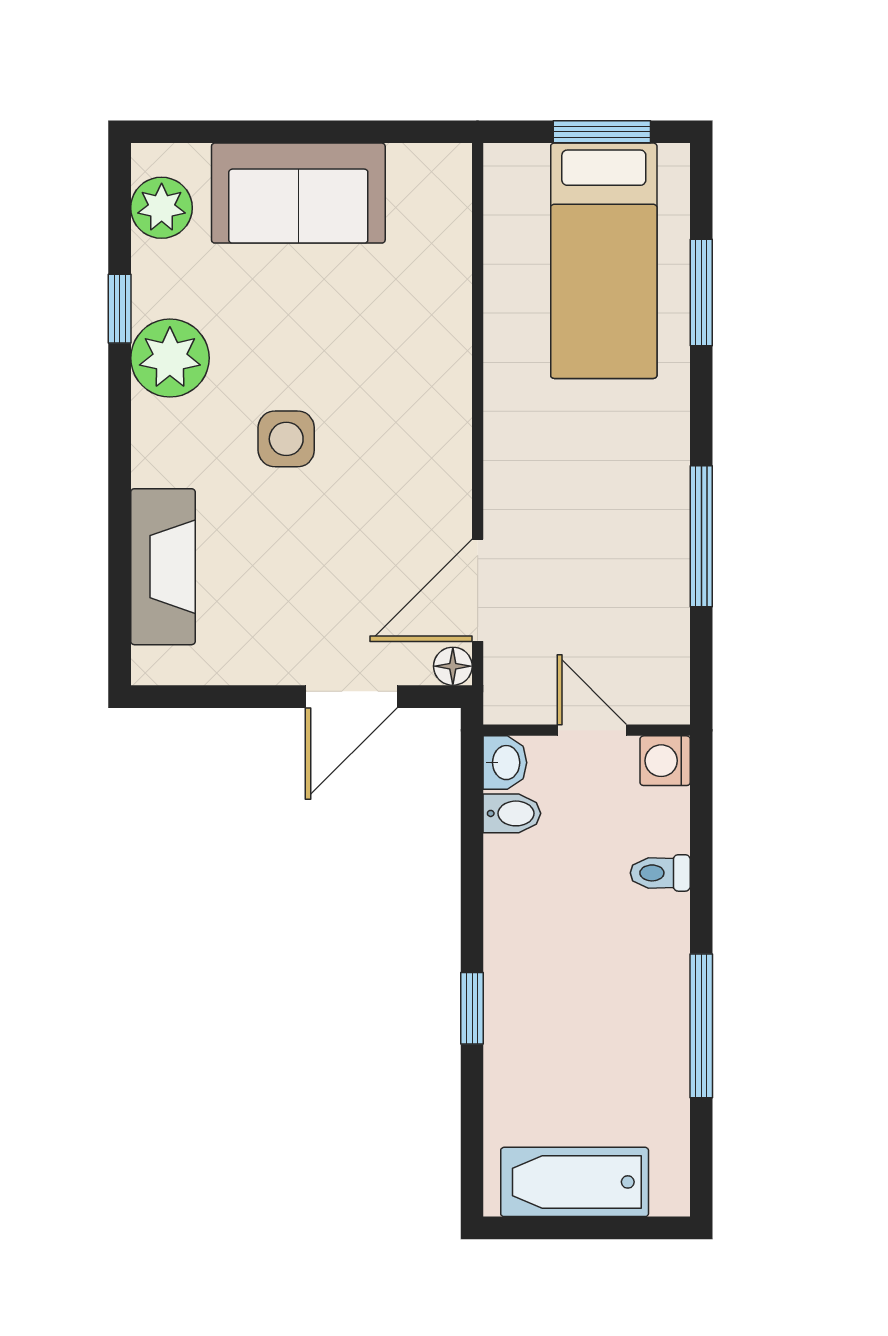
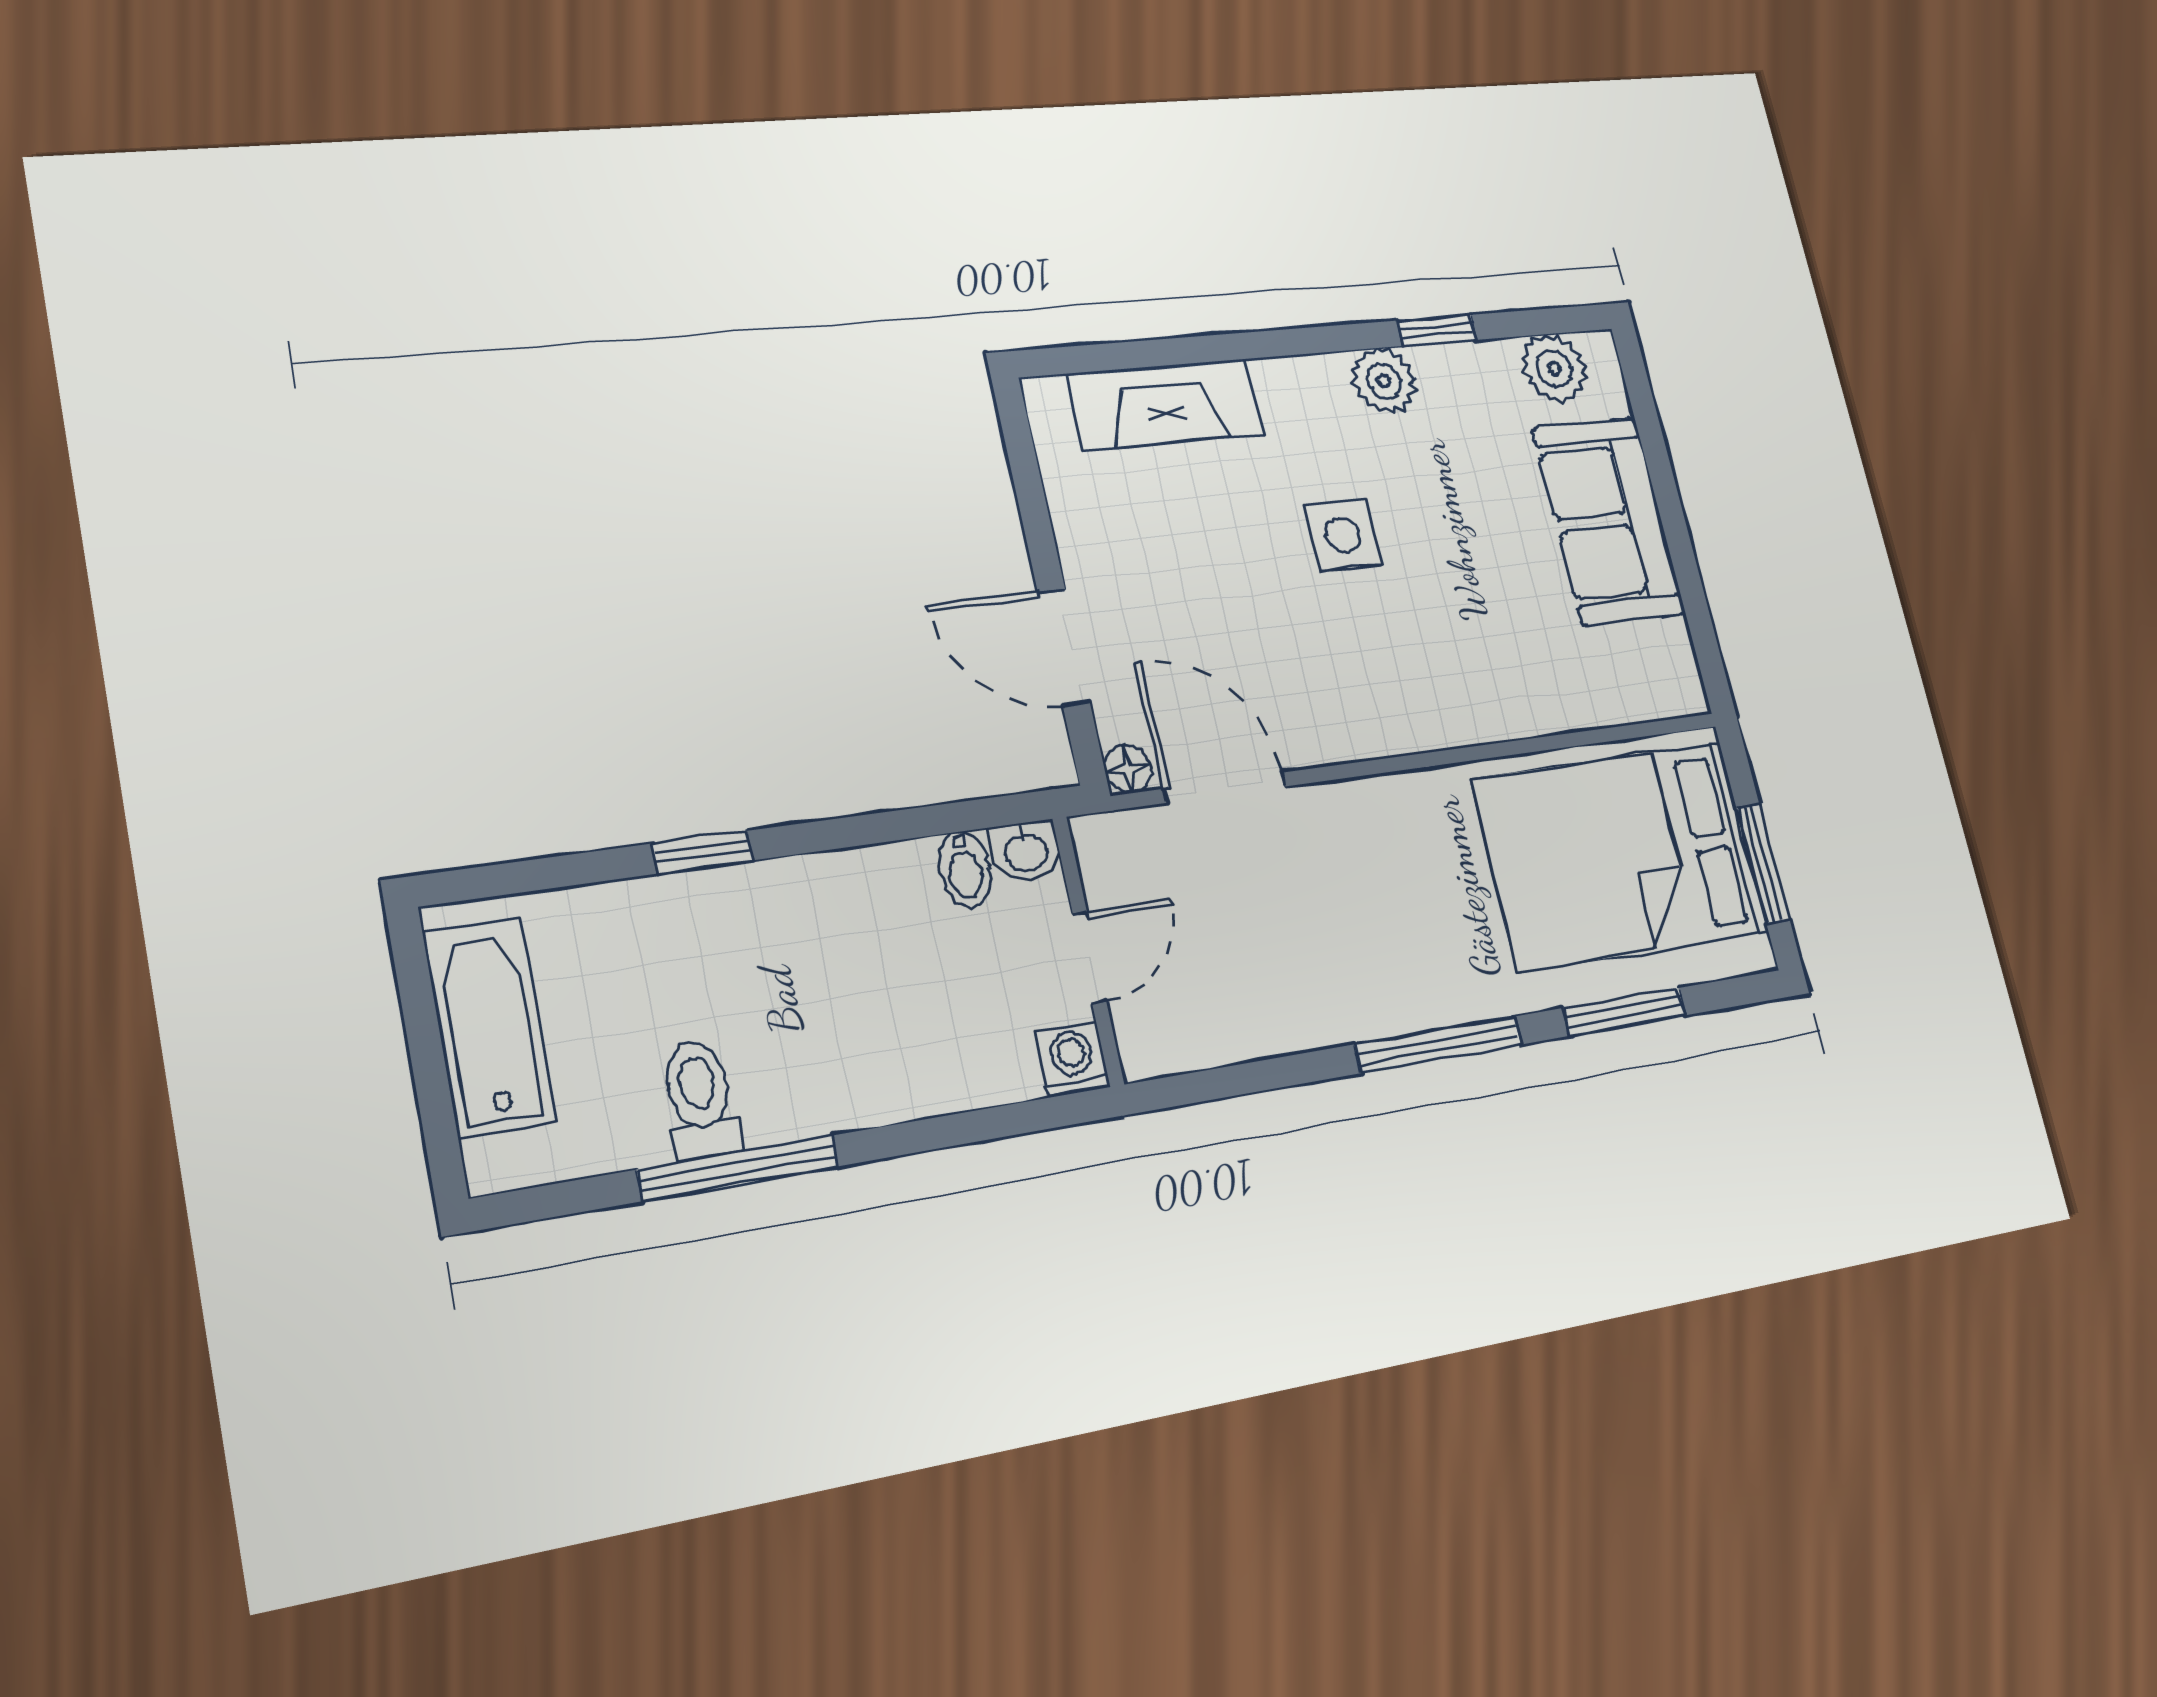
bed: (604, 261) -> (1621, 856), width x1.50
plant: (170, 358) -> (1384, 381), width x0.73, depth x0.73
window: (701, 536) -> (1438, 1045), moved
toilet: (660, 873) -> (700, 1099), moved, width x1.37, depth x1.39

